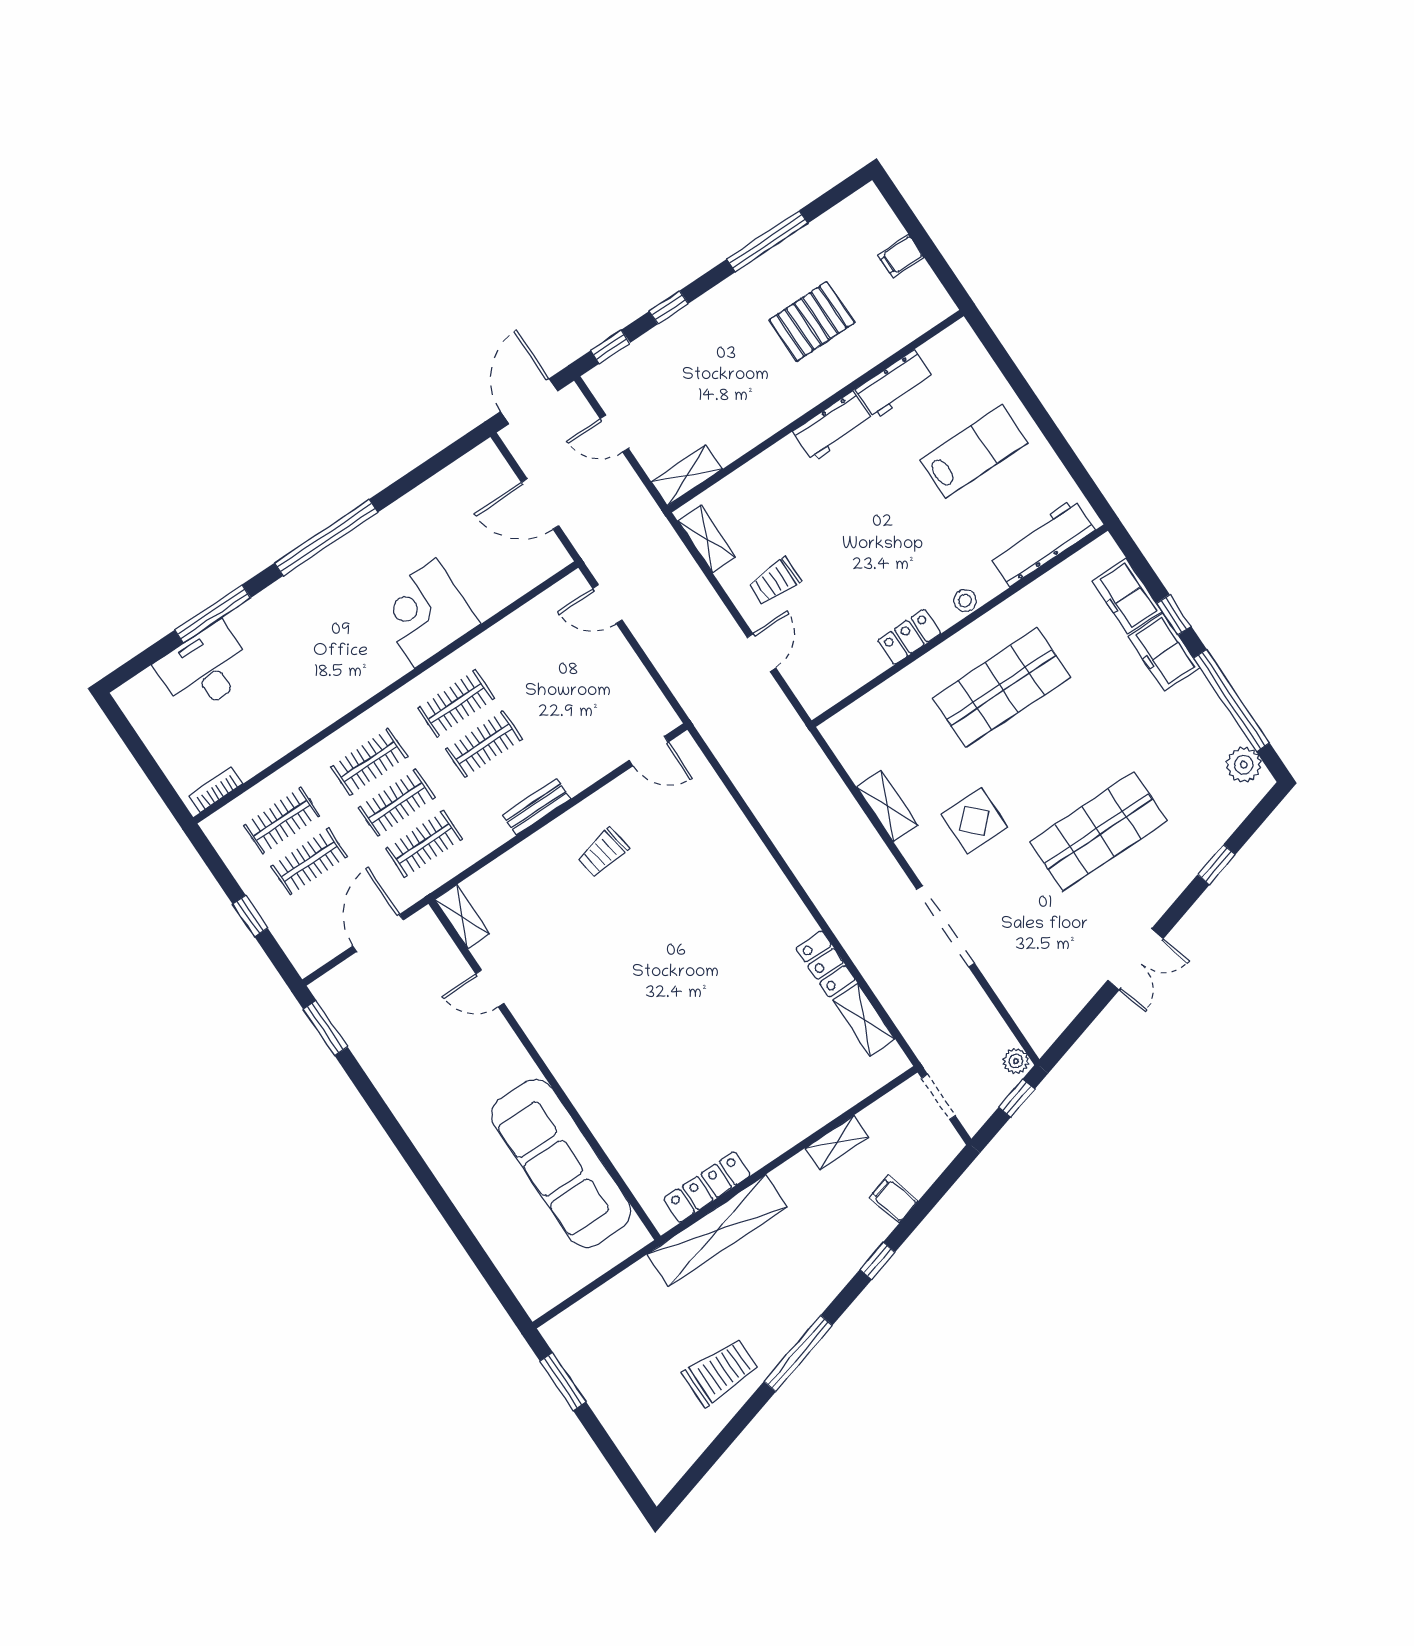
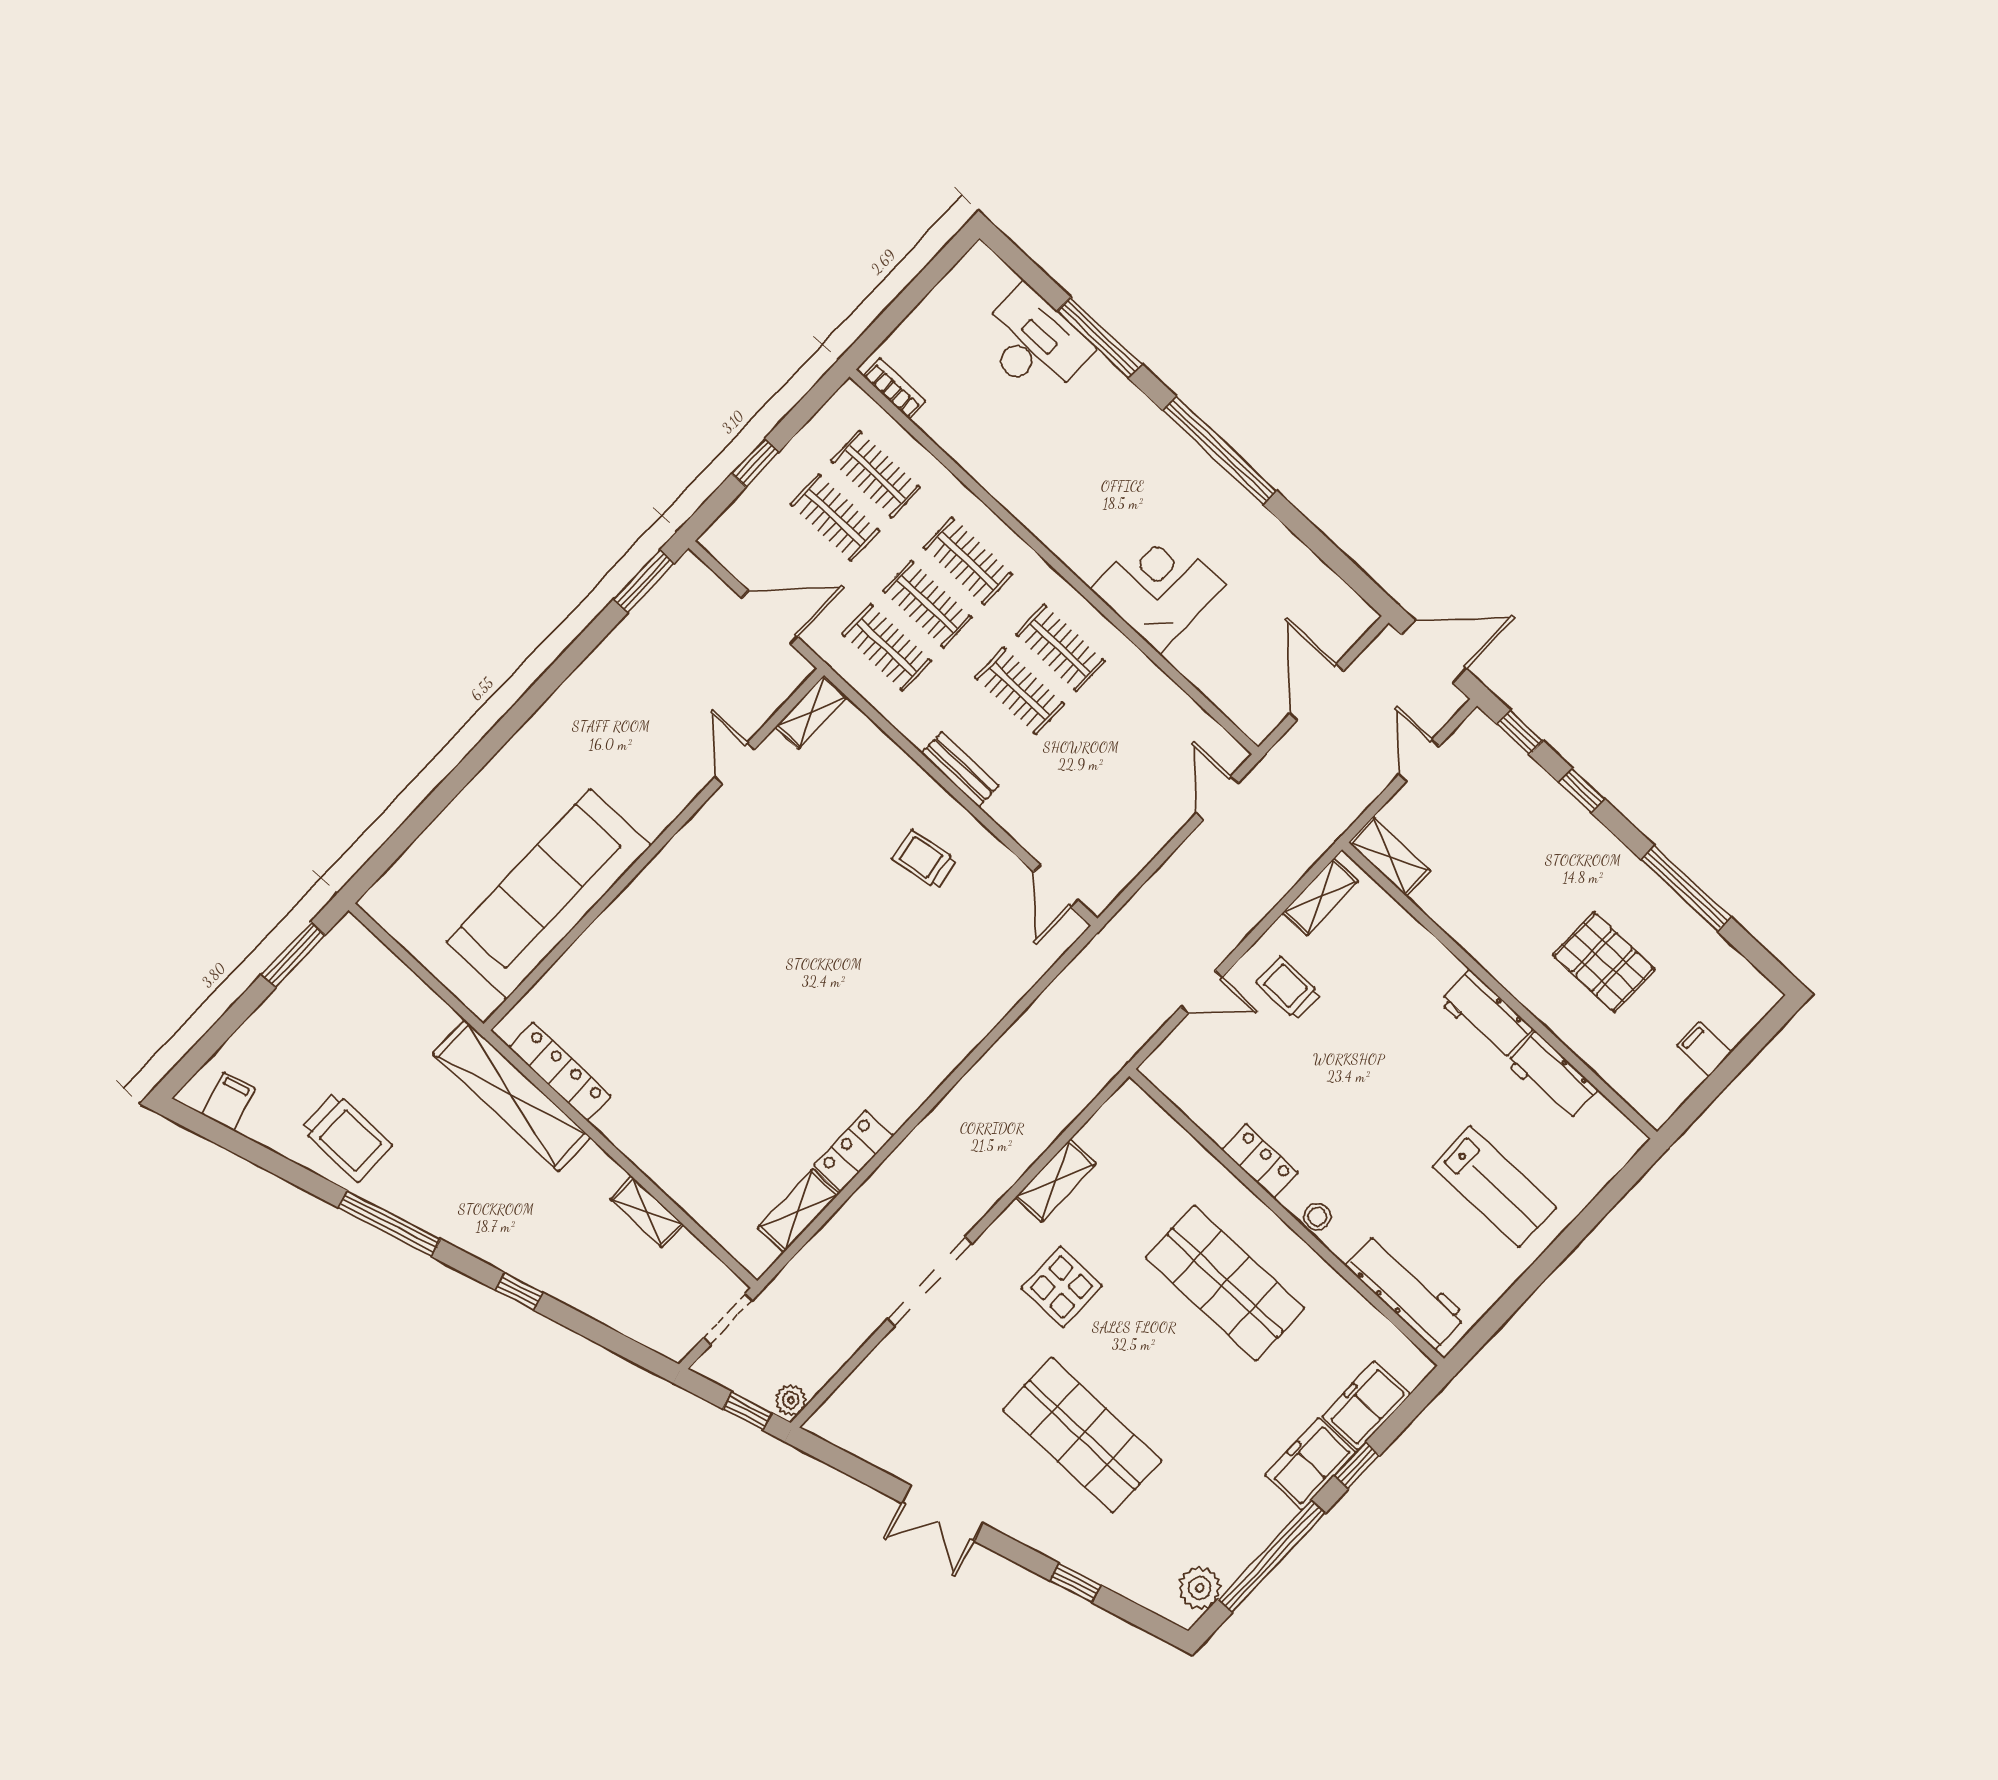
filing cabinet: (894, 1199) -> (229, 1102), moved

